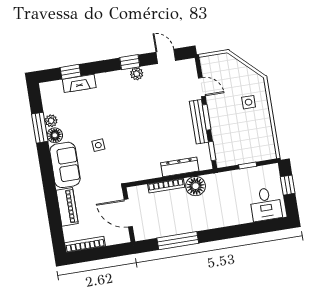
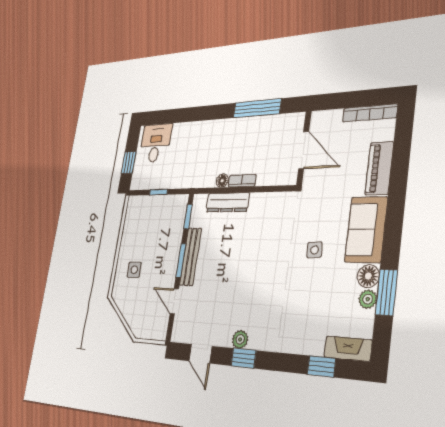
fireplace: (79, 83) -> (348, 349), moved
bookcase: (166, 186) -> (242, 181), width x0.64
floor lamp: (196, 186) -> (222, 181), width x0.53, depth x0.53

